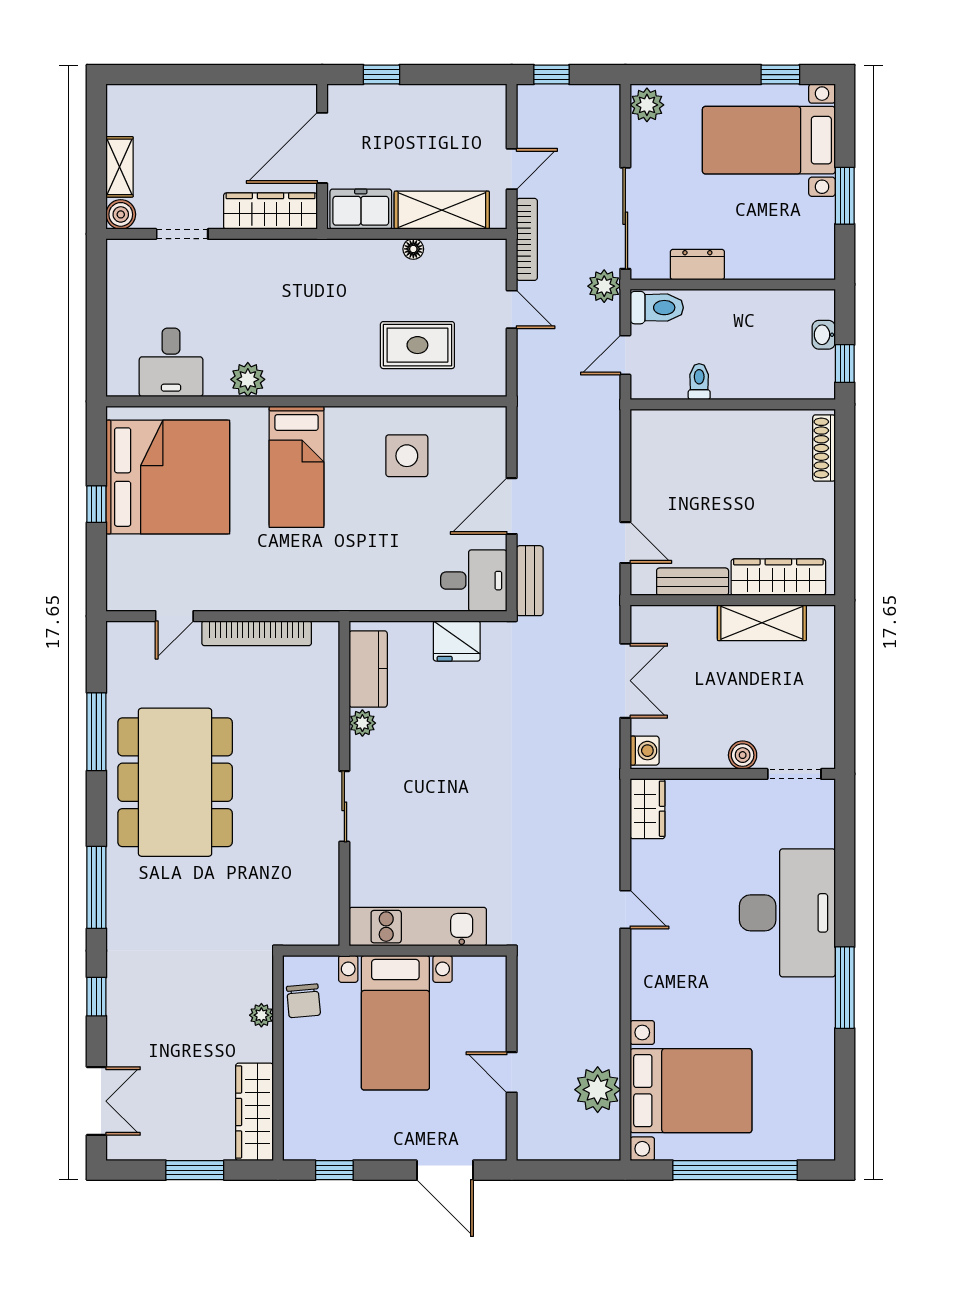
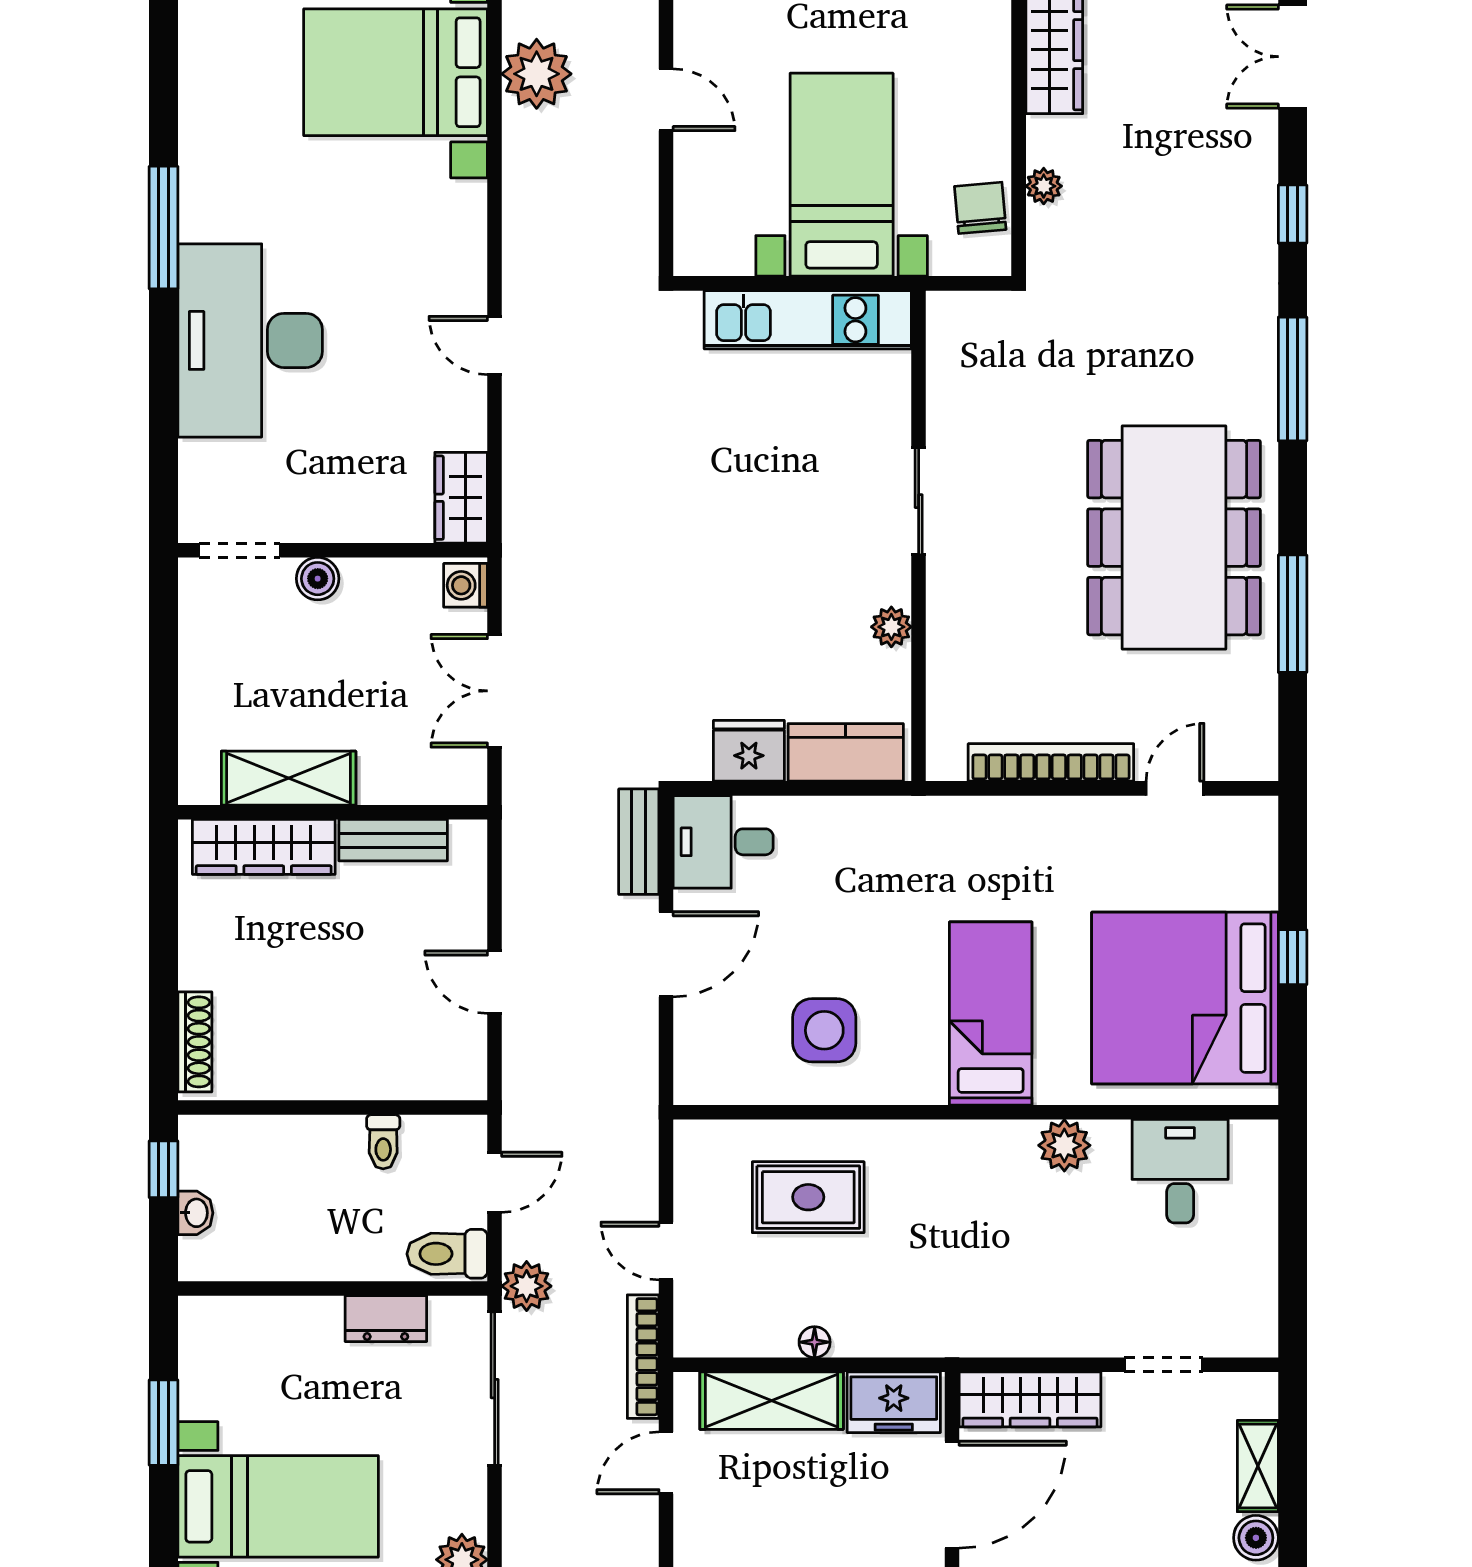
boiler: (121, 214) -> (1256, 1538), moved
door: (625, 543) -> (495, 982), moved
kitchen counter: (368, 669) -> (846, 752), moved, turned 90

